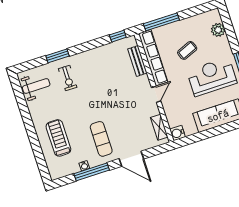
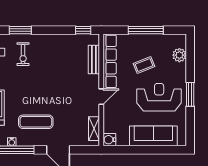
window: (161, 22) -> (146, 30), moved
exercise mat: (101, 139) -> (36, 122), turned 90

